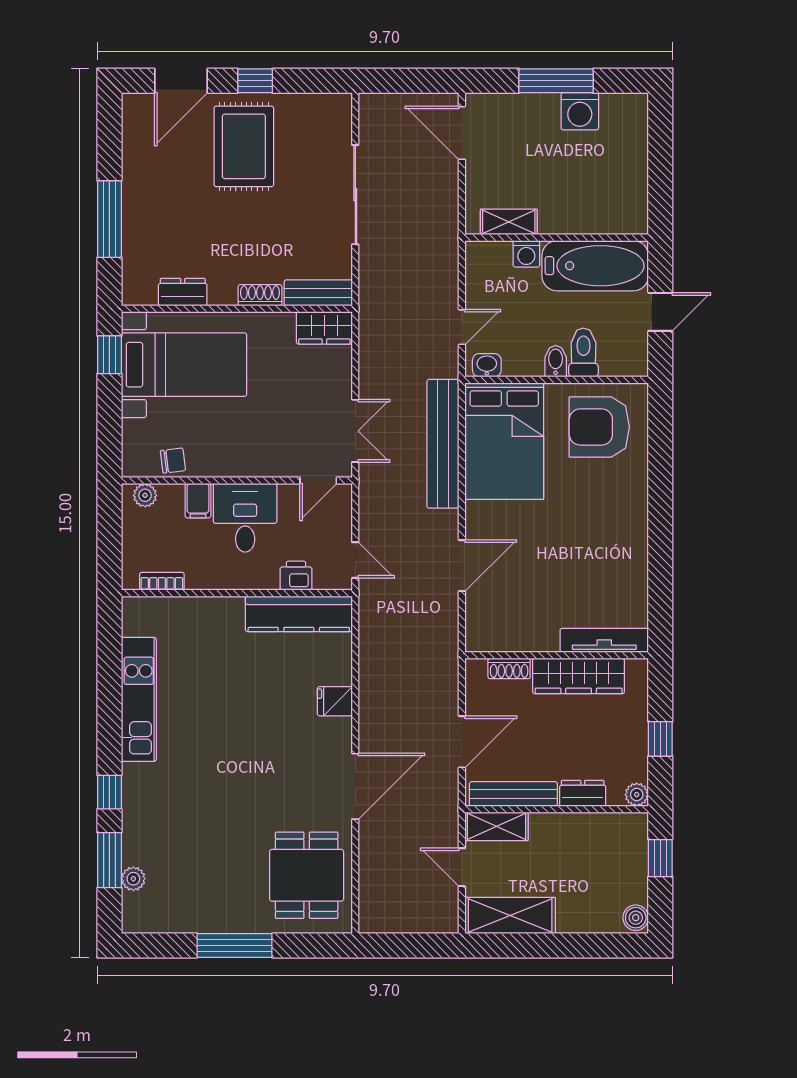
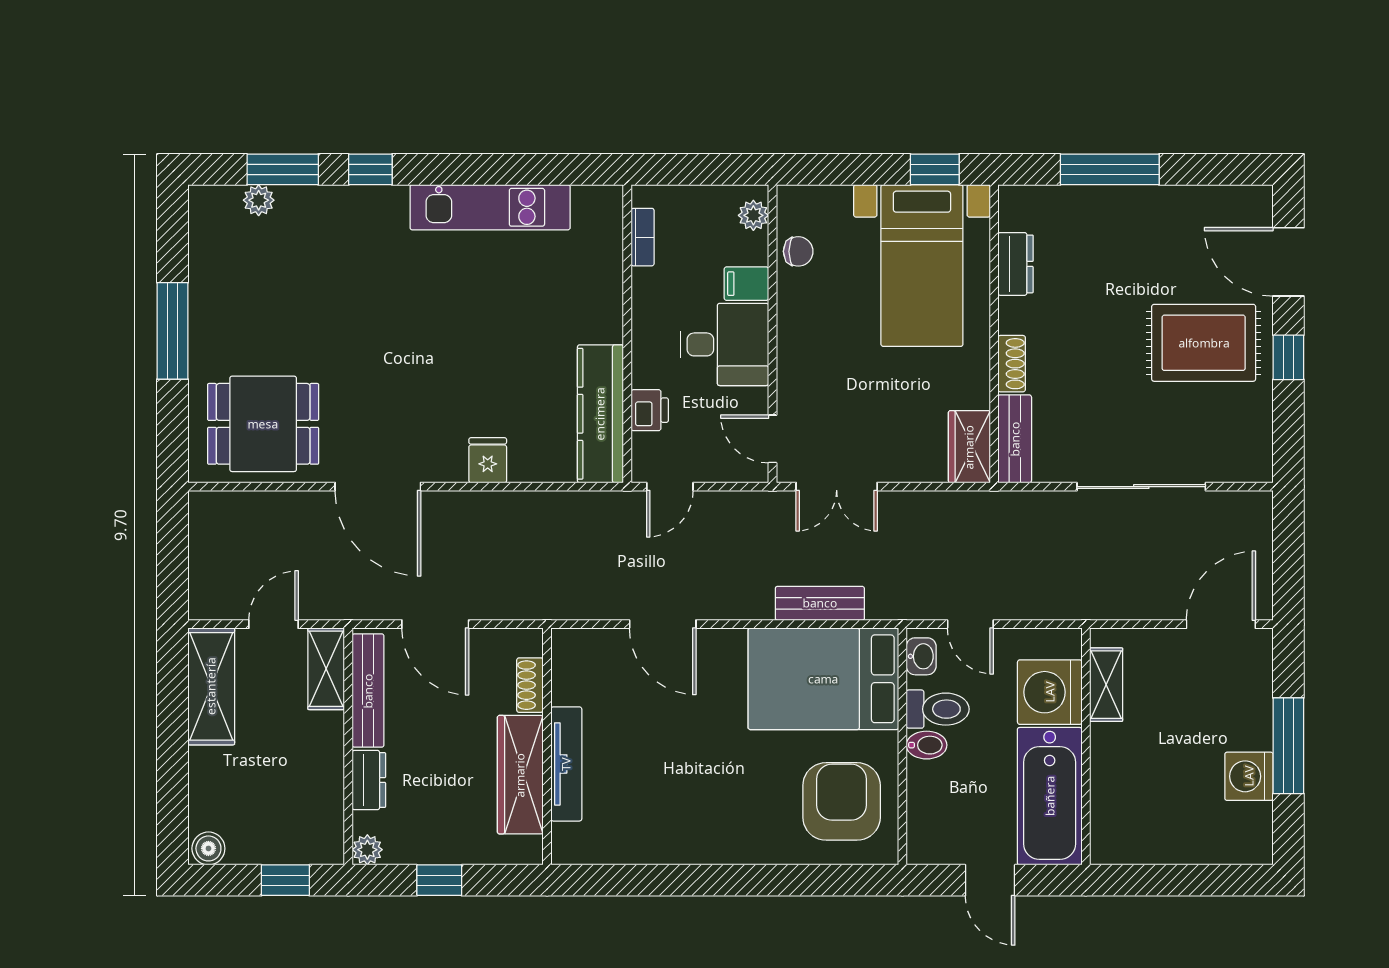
washing machine: (526, 254) -> (1050, 692), width x1.89, depth x1.89
toilet: (583, 353) -> (938, 709), moved
bench: (443, 444) -> (820, 603), width x0.54, depth x0.82
chair: (173, 461) -> (798, 251), turned -83
tv unit: (604, 640) -> (566, 764), moved

